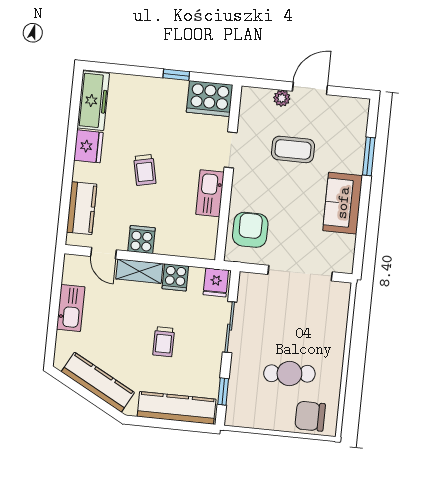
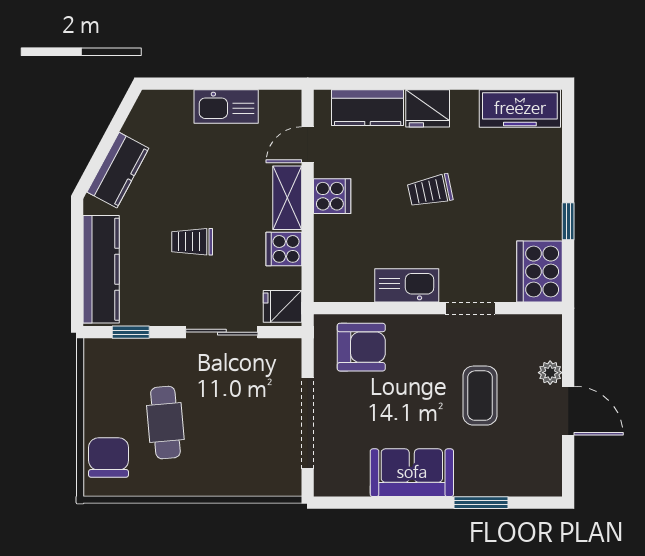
fridge: (88, 146) -> (428, 108), moved
kitchen counter: (98, 382) -> (118, 170), width x0.67

